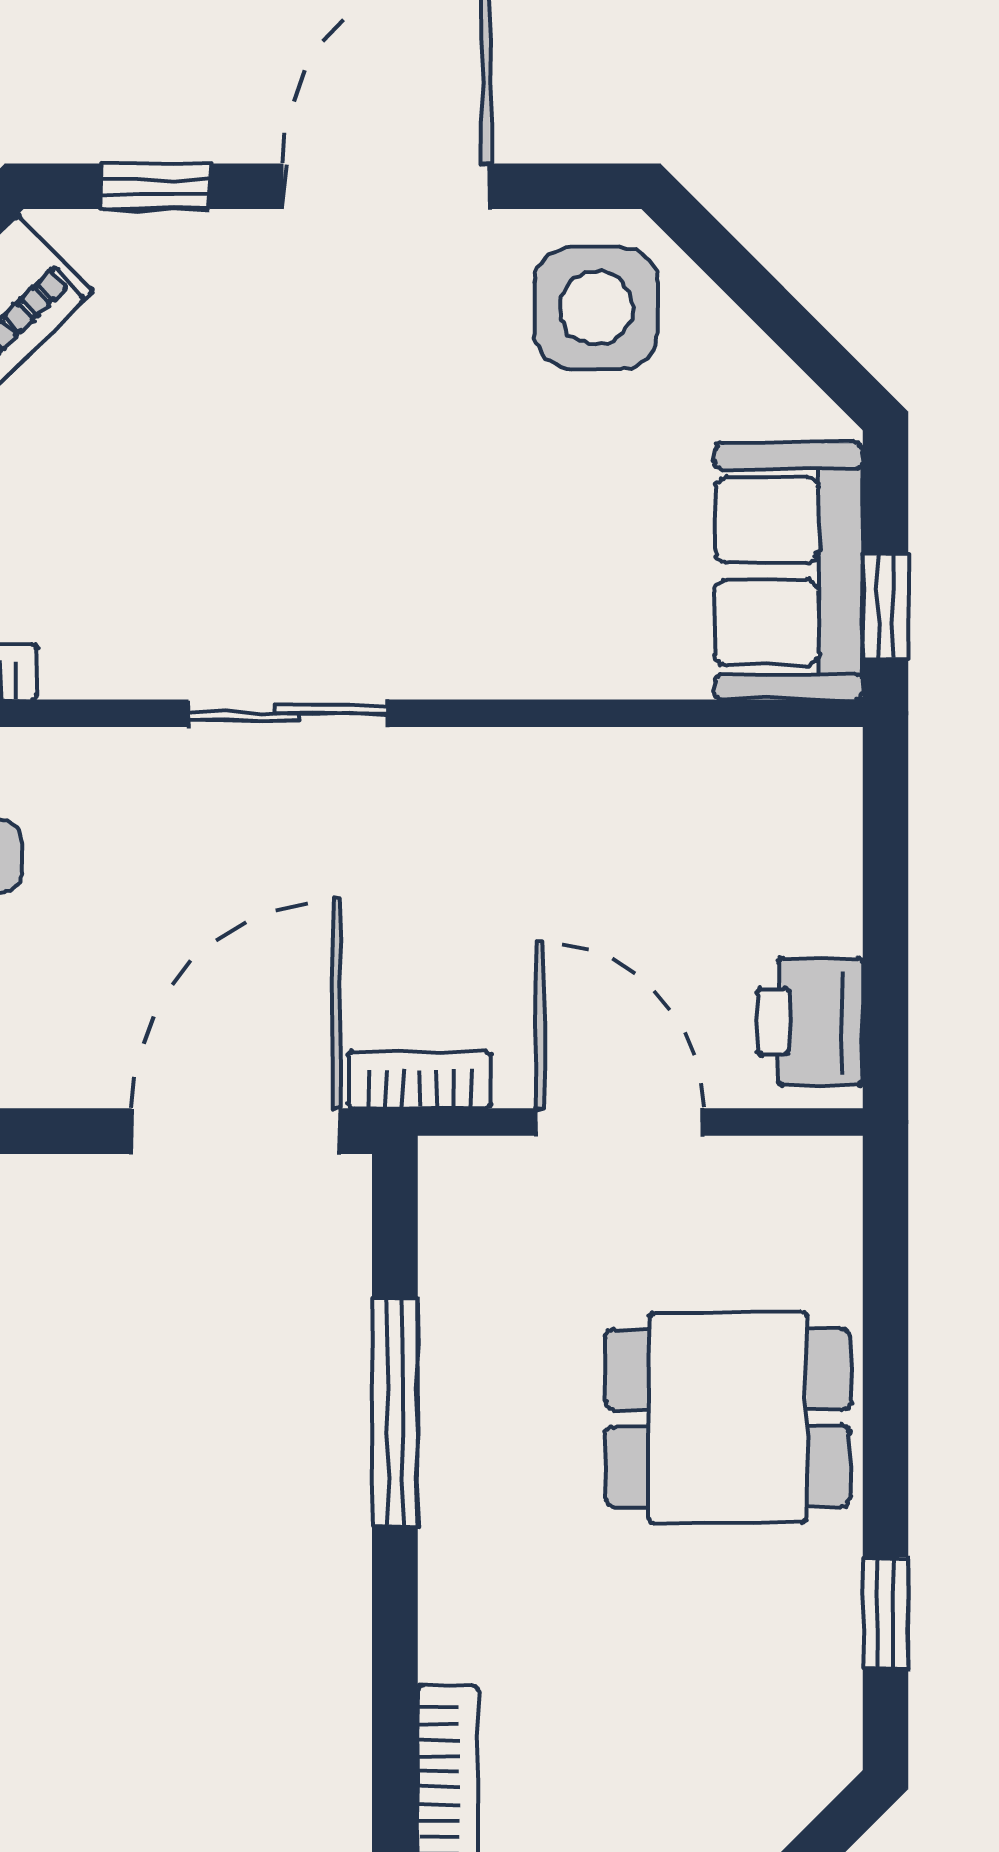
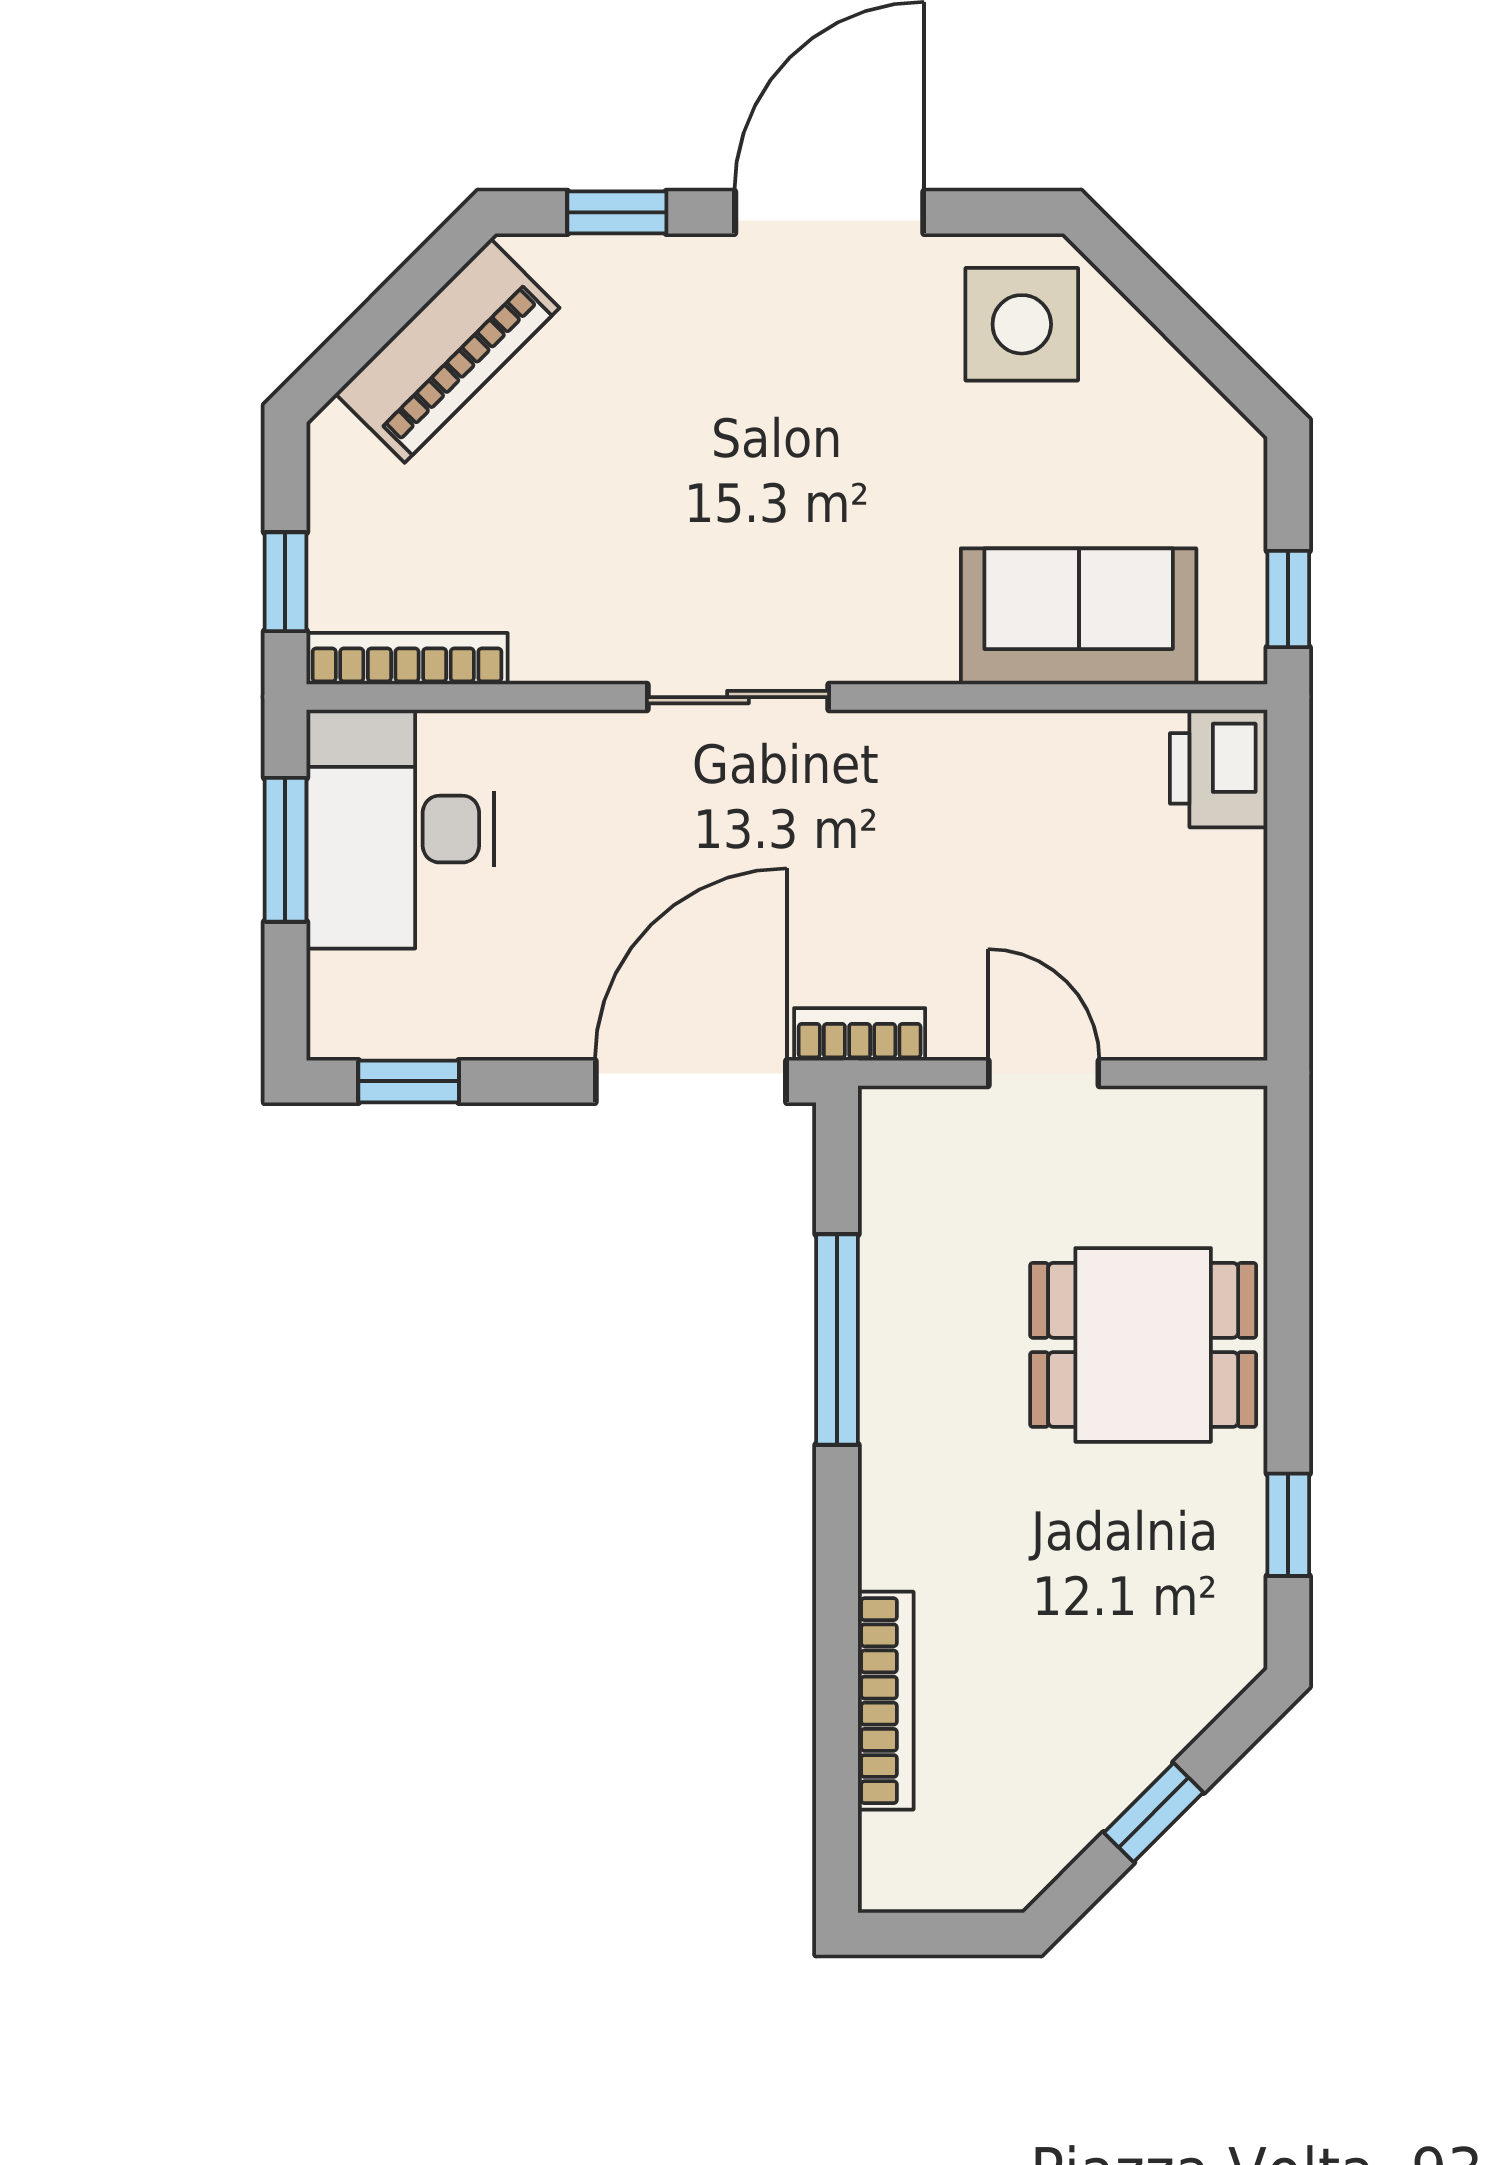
sofa: (789, 572) -> (1079, 616), moved, turned 90
printer: (810, 1022) -> (1219, 768), moved
door: (620, 1122) -> (1044, 1073), width x0.73

